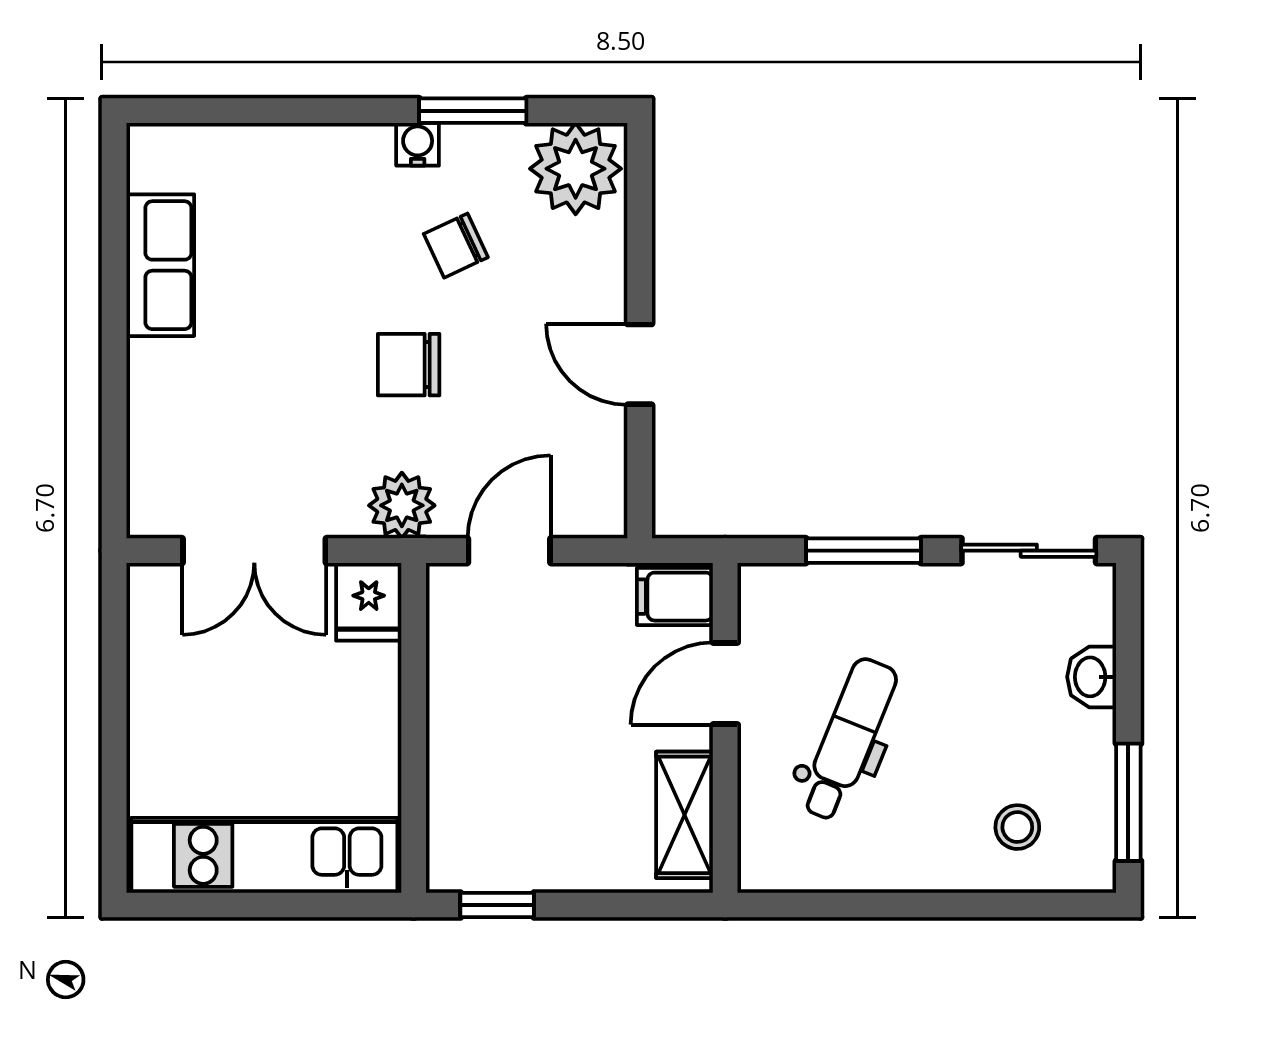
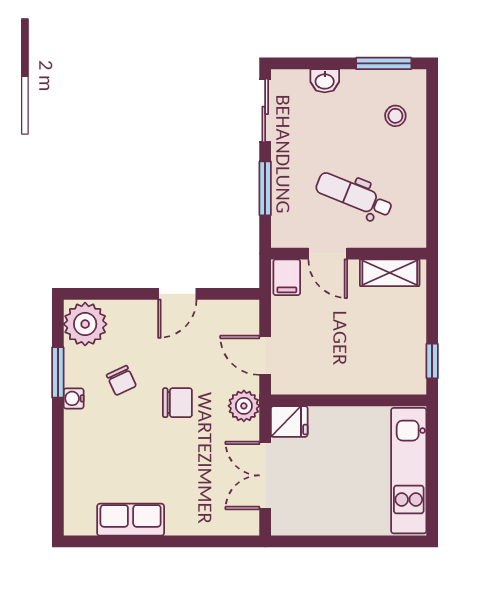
chair: (409, 365) -> (177, 403), turned -90
double door: (254, 551) -> (265, 475), swing flipped

